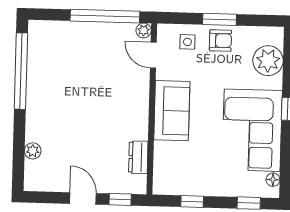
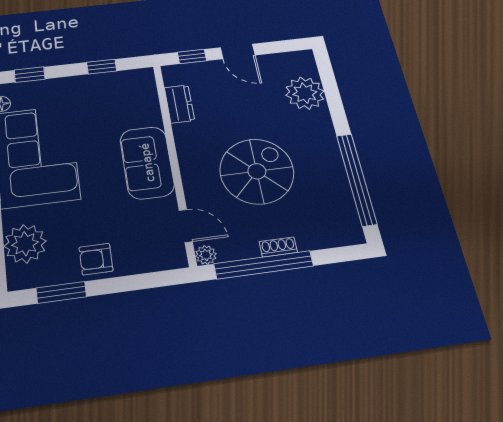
window: (219, 19) -> (61, 292), moved
shoe rack: (92, 28) -> (278, 247), added
side table: (187, 42) -> (142, 250), removed
spiral stairs: (93, 90) -> (257, 171), added
plant: (33, 151) -> (305, 93), width x1.87, depth x1.87

